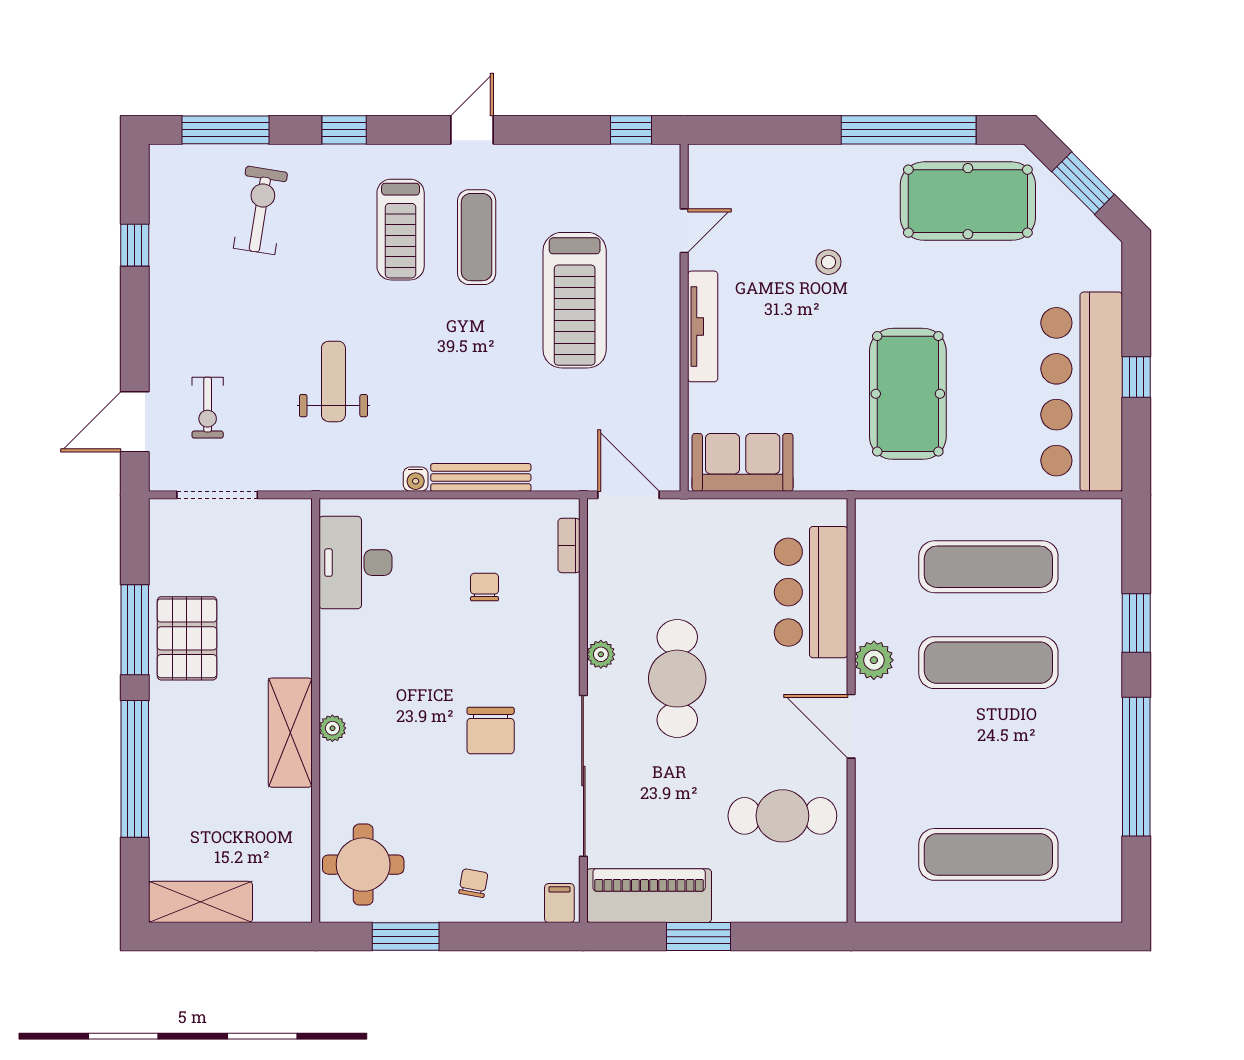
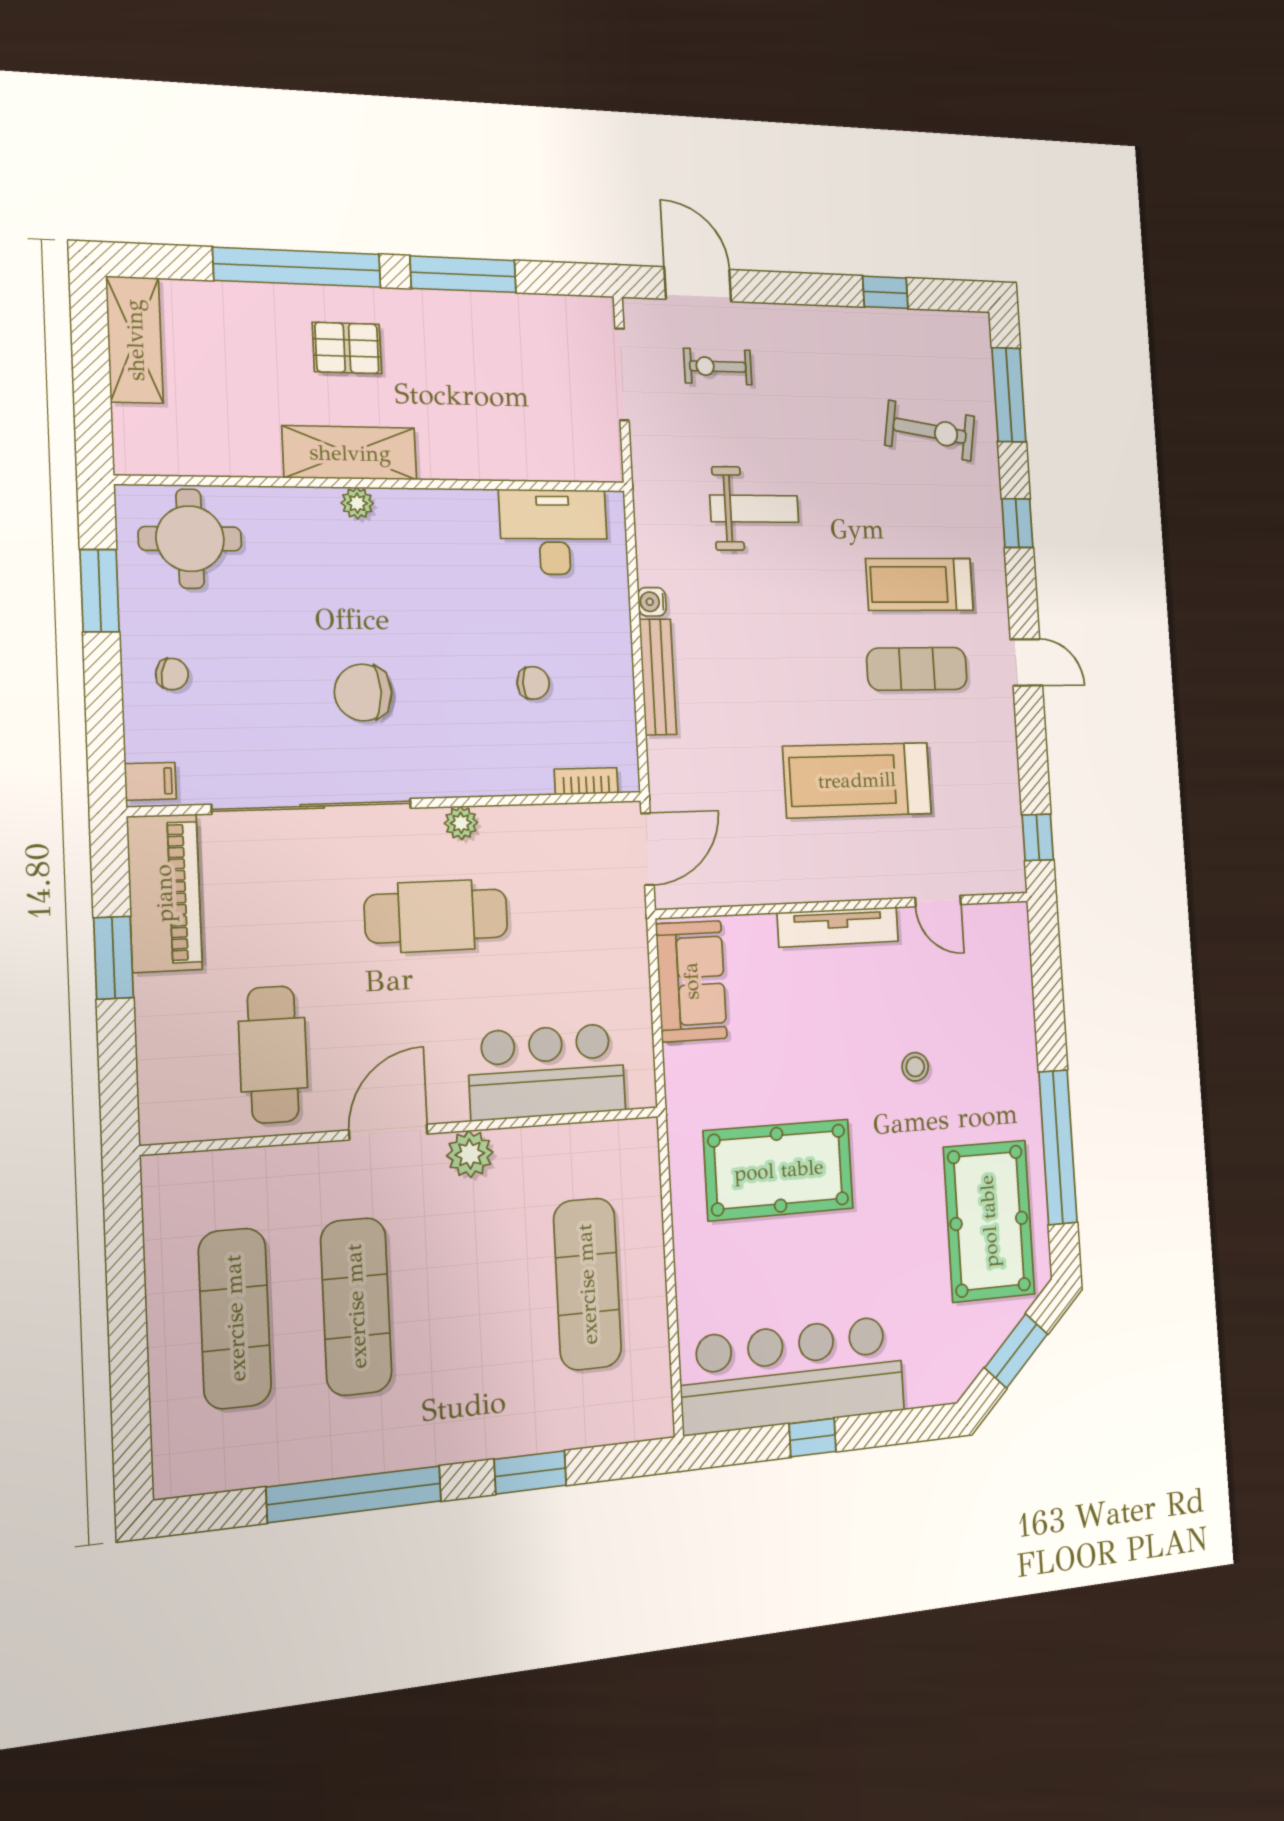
pallet: (187, 638) -> (347, 348), moved, width x0.67, depth x0.71
exercise mat: (988, 663) -> (356, 1306), moved

